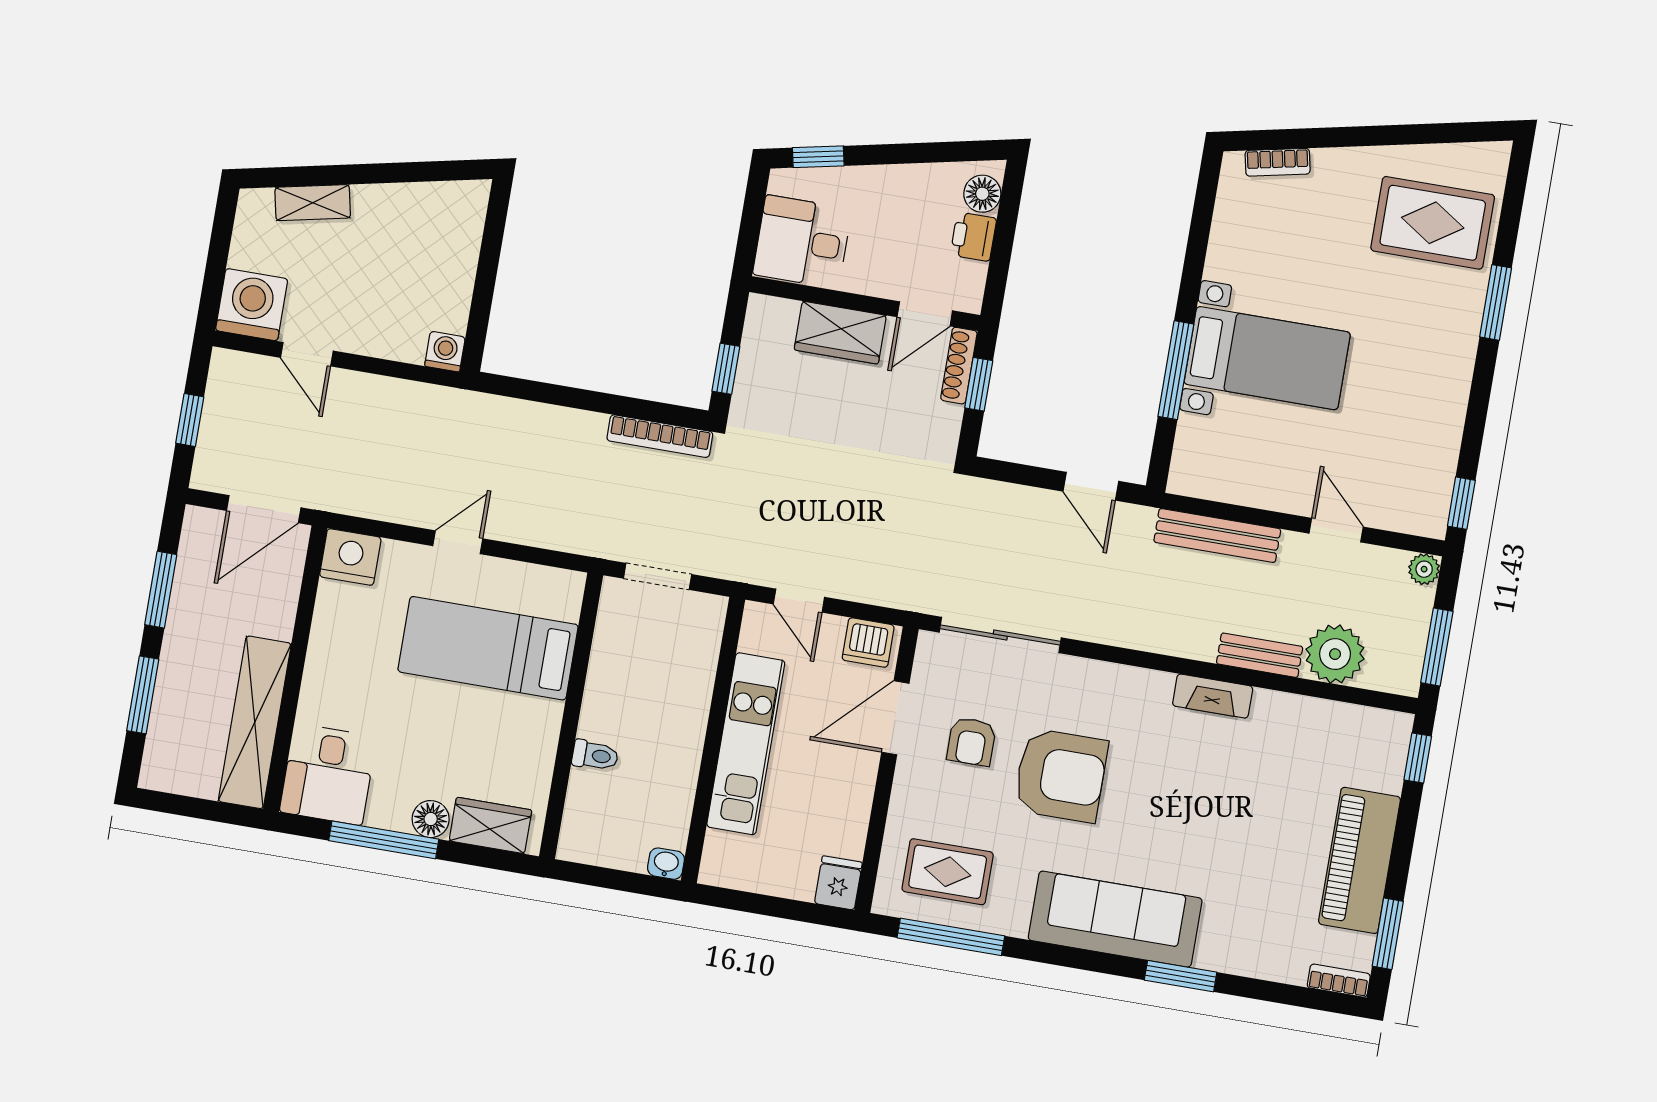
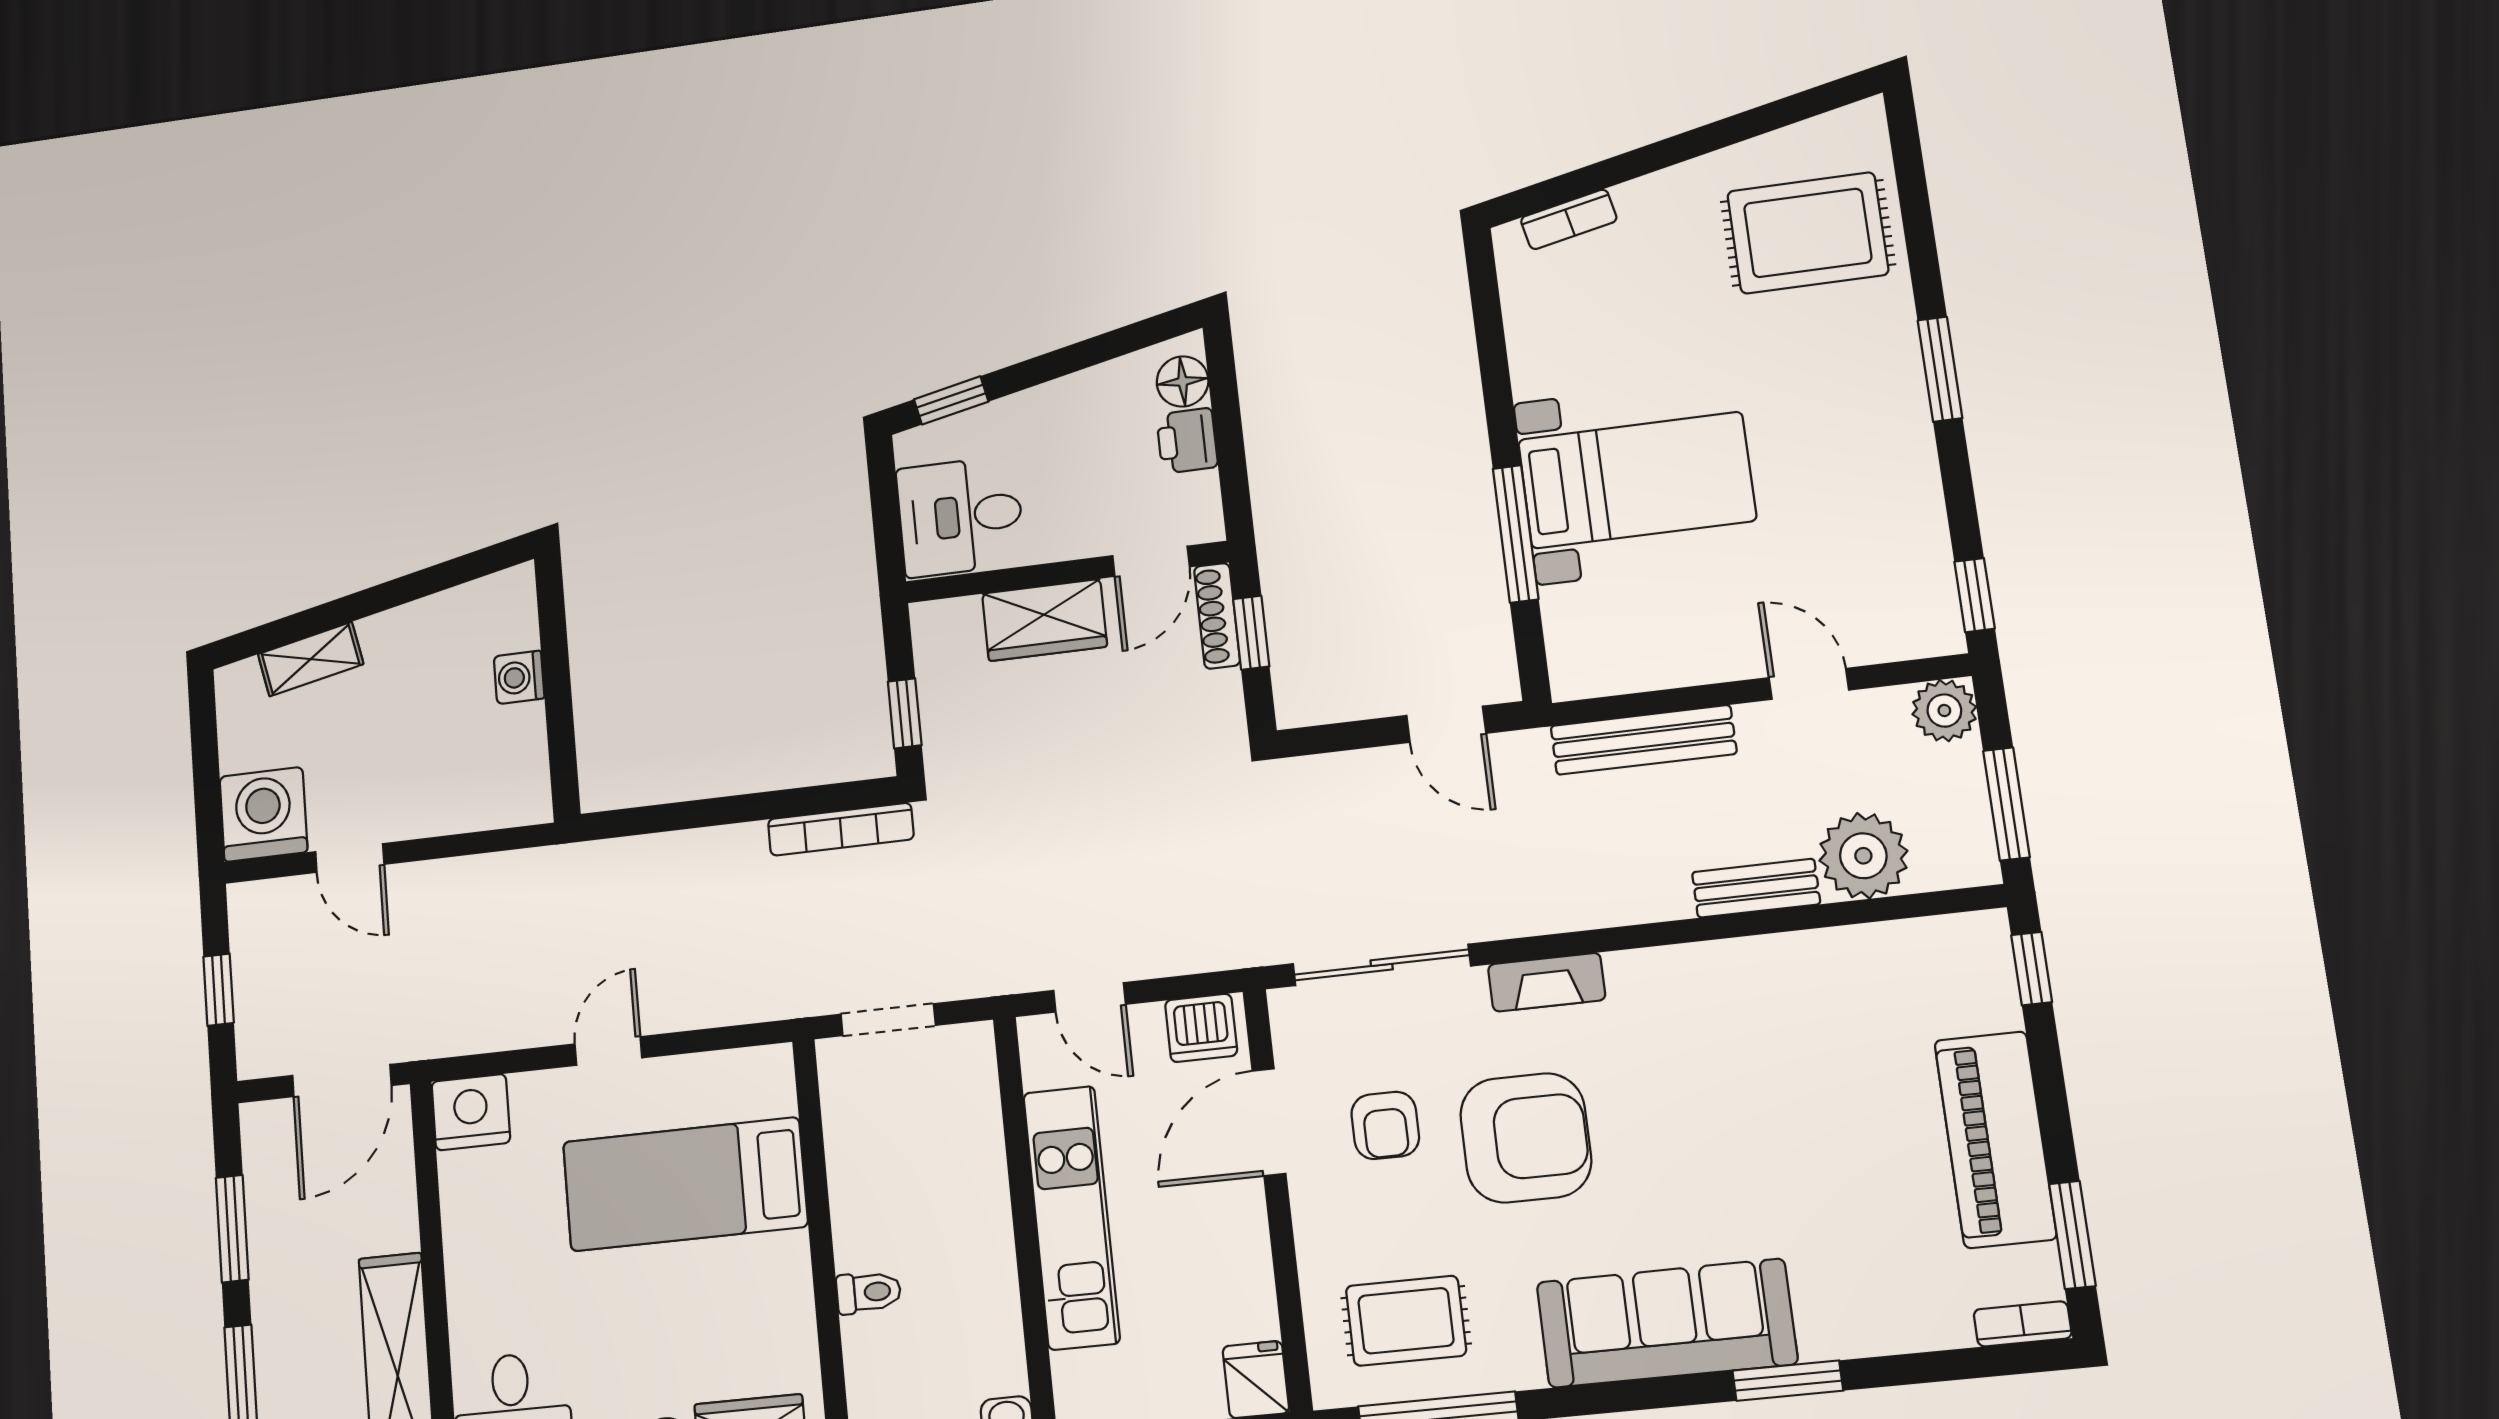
window: (1496, 302) -> (1940, 369), moved
washing machine: (445, 352) -> (519, 677), moved, turned -90
plant: (1424, 569) -> (1944, 711), width x1.38, depth x1.38
fireplace: (1213, 696) -> (1547, 982), moved

